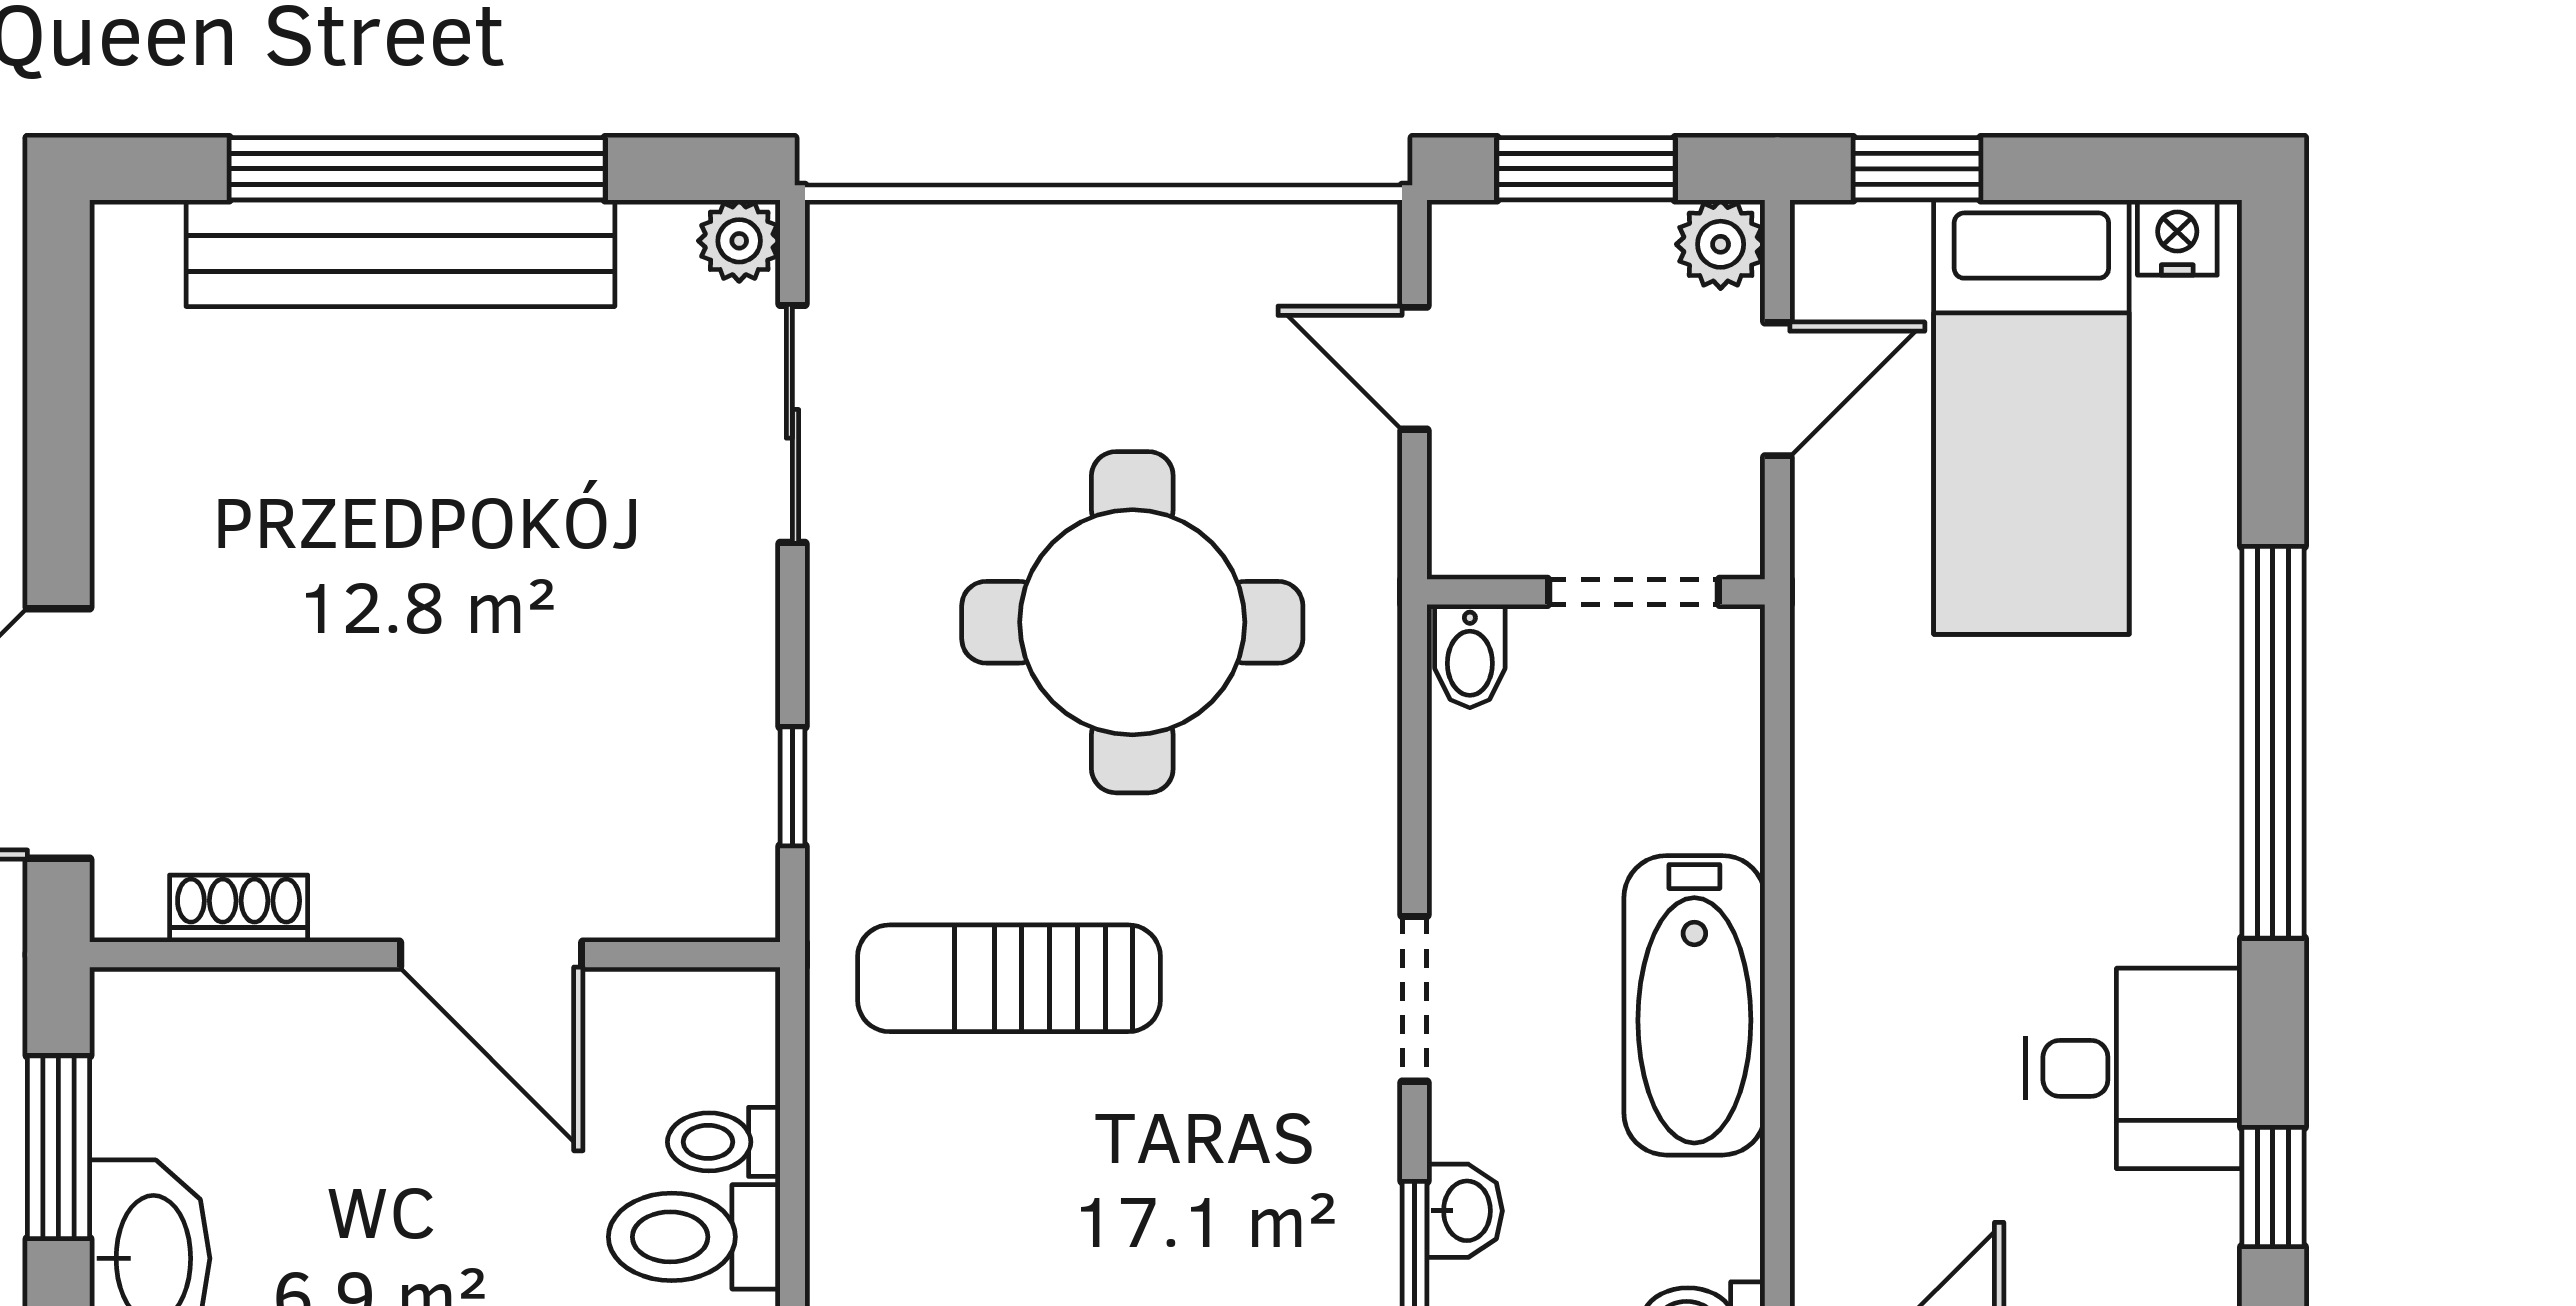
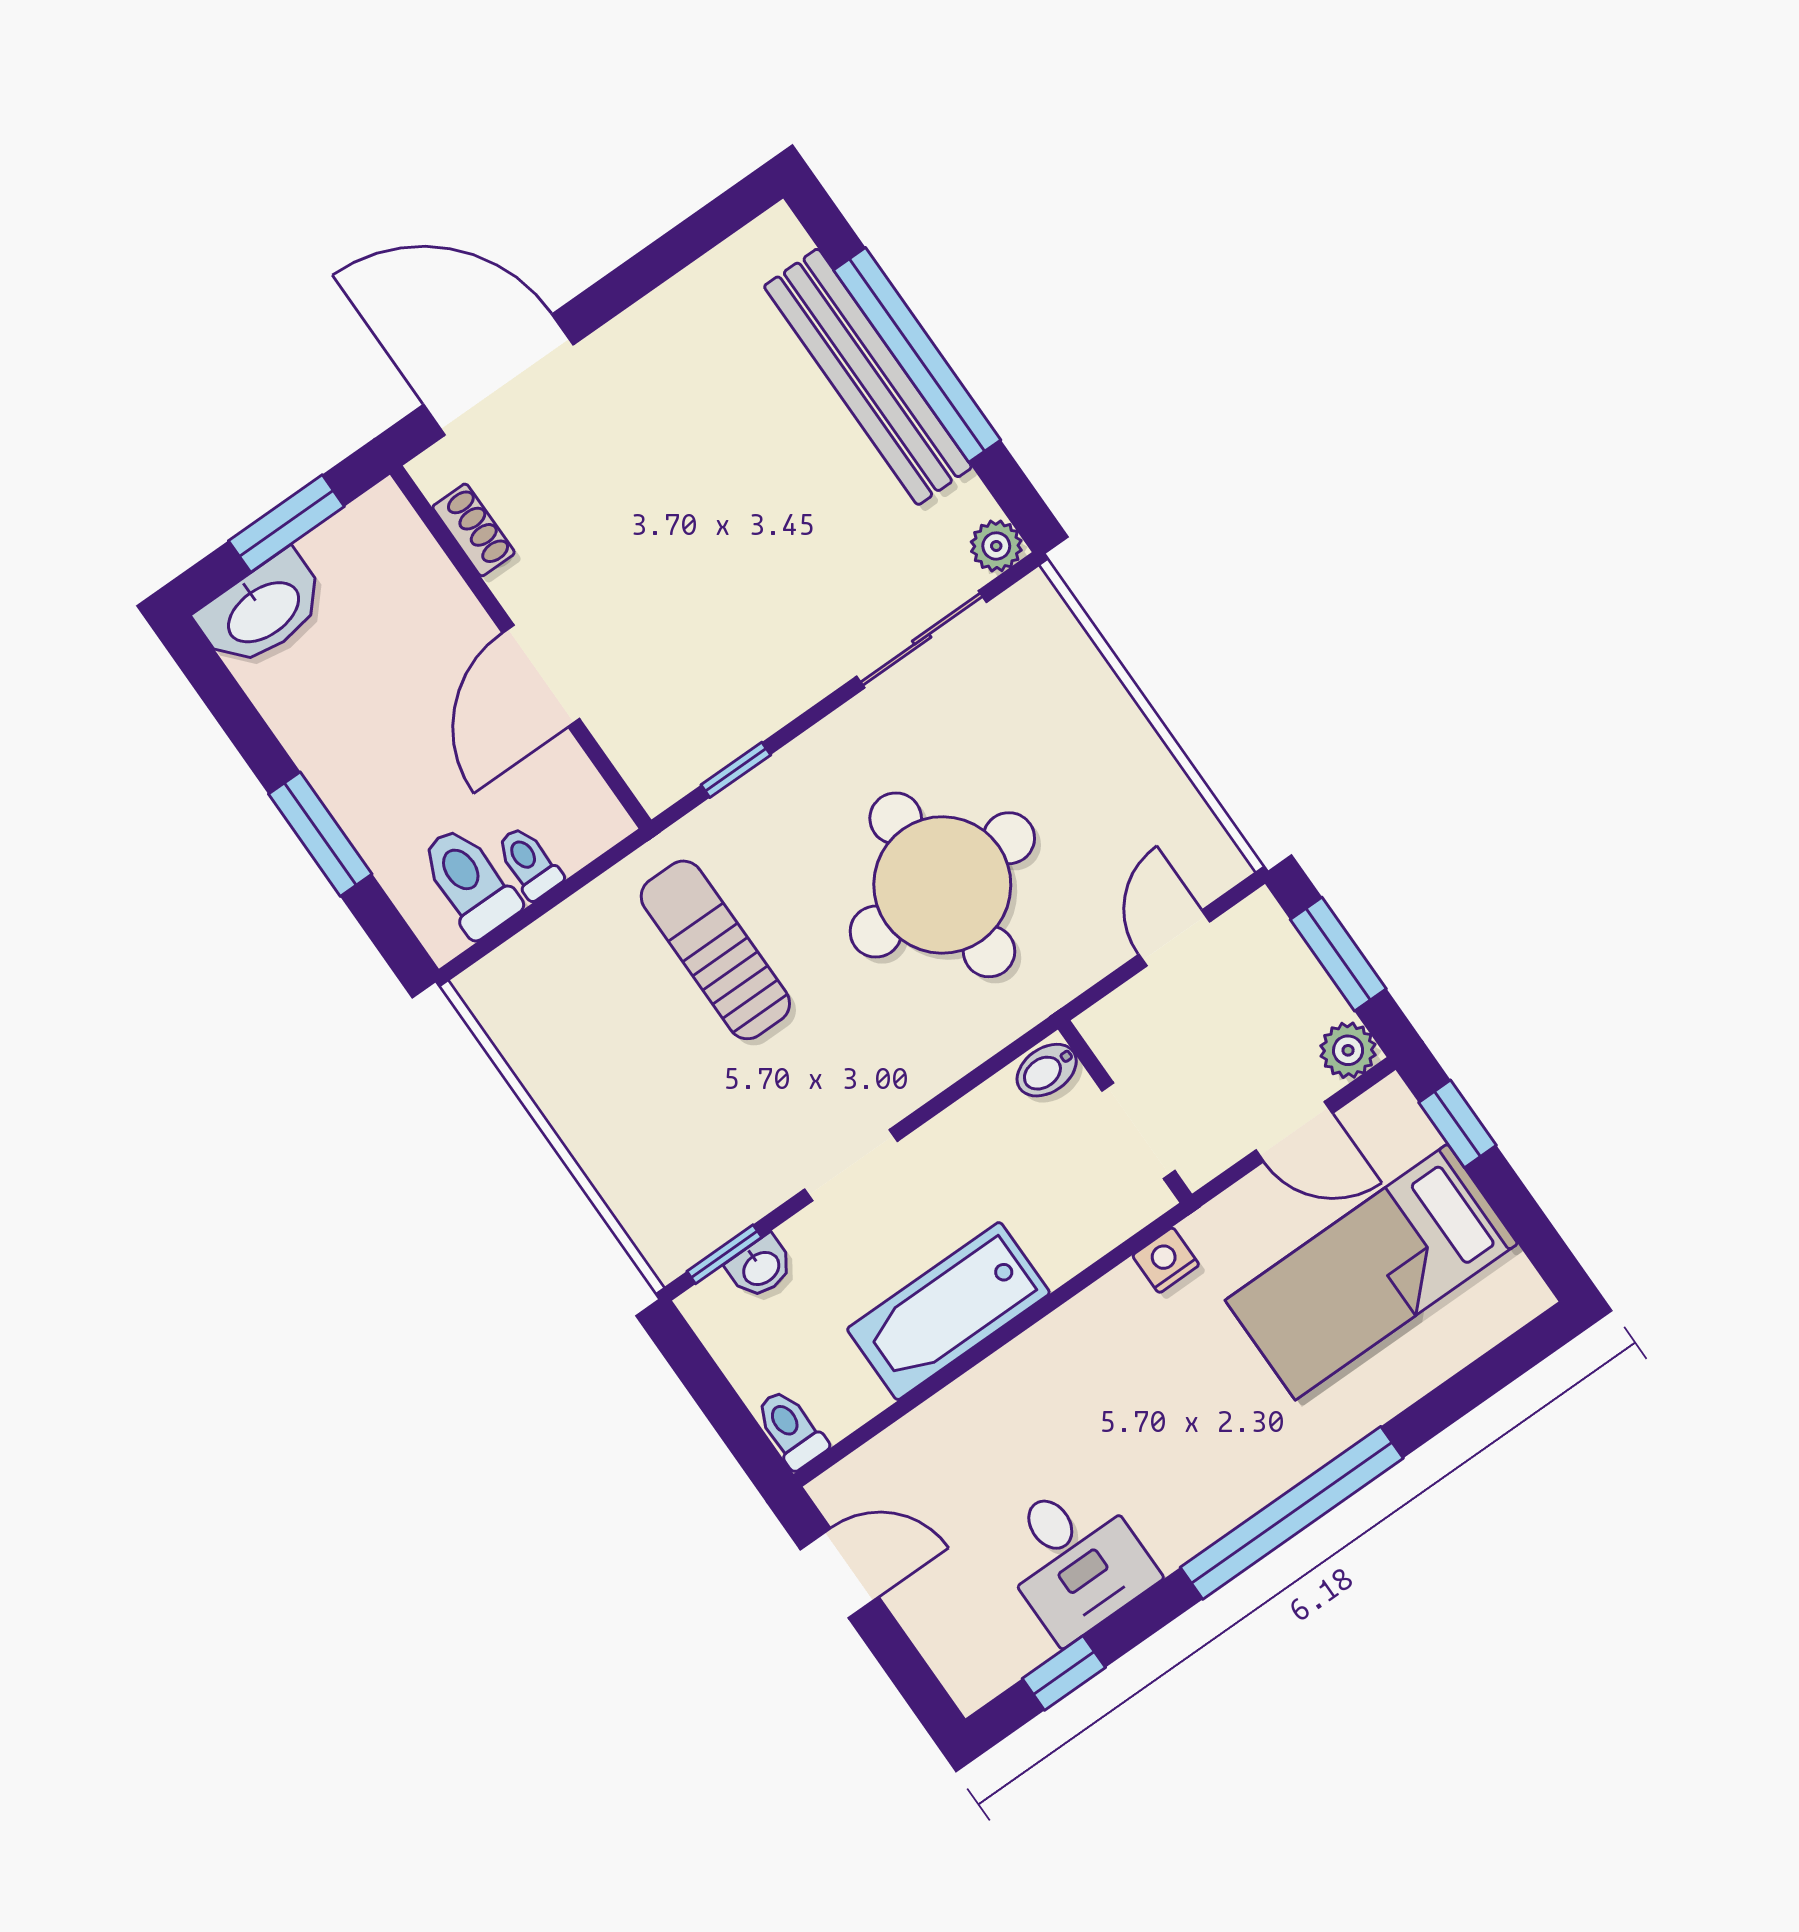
nightstand: (2177, 238) -> (1166, 1260), moved, turned -90

